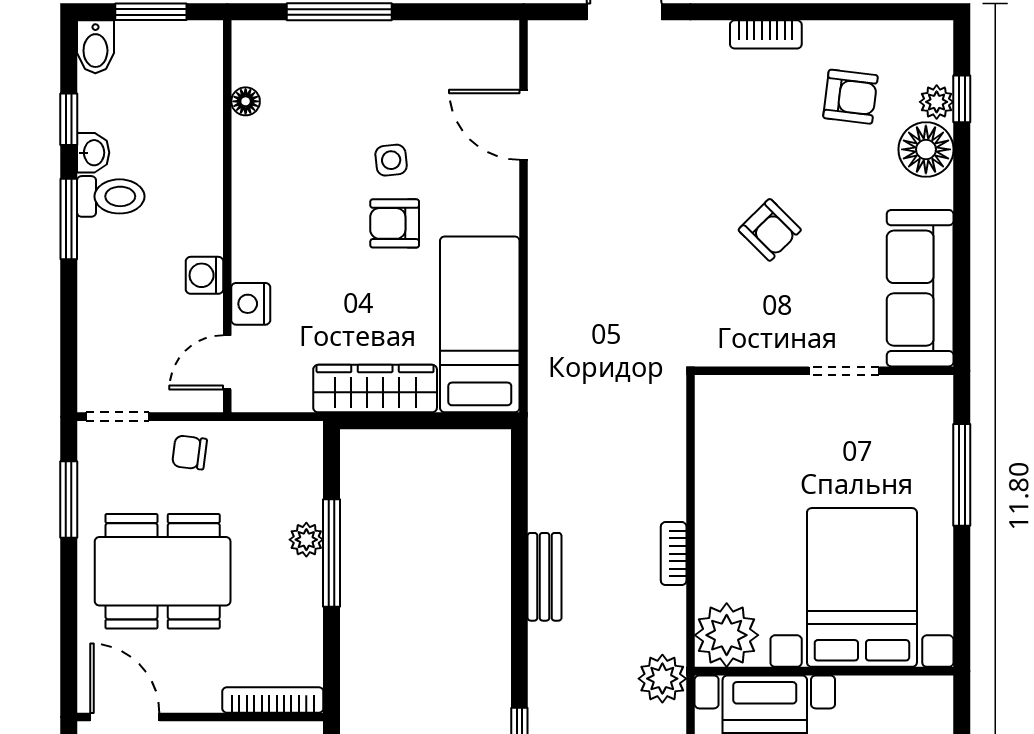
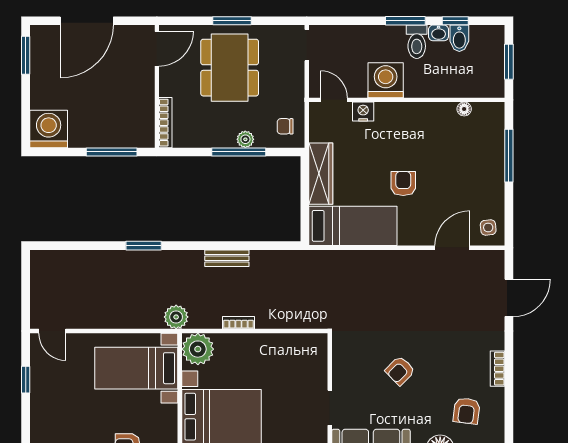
bidet: (95, 47) -> (459, 38), moved, turned -90
side table: (391, 160) -> (488, 227), moved
washing machine: (205, 275) -> (386, 80), width x1.89, depth x1.89
chair: (190, 452) -> (285, 126), moved, turned -97
window: (69, 500) -> (232, 21), moved

